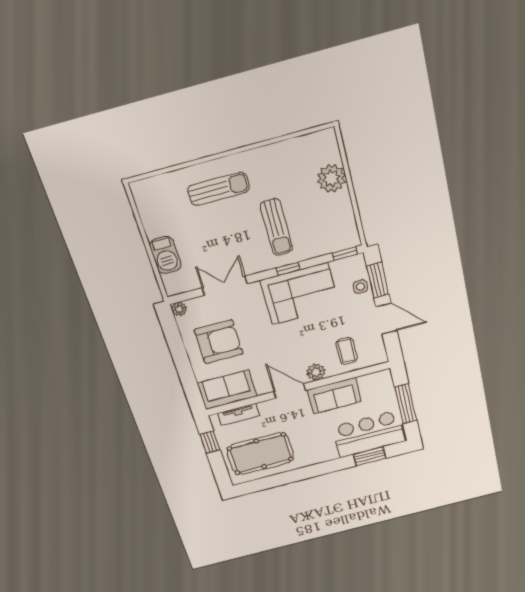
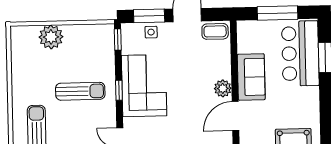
coffee table: (347, 351) -> (215, 31), moved

